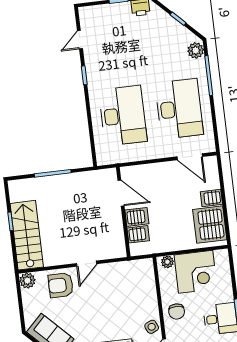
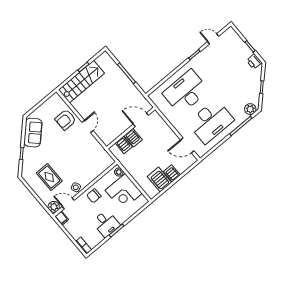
desk: (123, 116) -> (186, 92), turned 180
door: (190, 157) -> (187, 145), hinge flipped
door: (121, 193) -> (141, 120), swing flipped
server rack: (210, 225) -> (159, 179), width x0.62
door: (86, 264) -> (88, 126), swing flipped
plant: (27, 281) -> (56, 99), removed
armchair: (61, 285) -> (66, 120), turned -90

